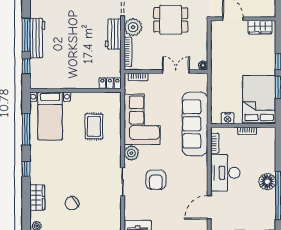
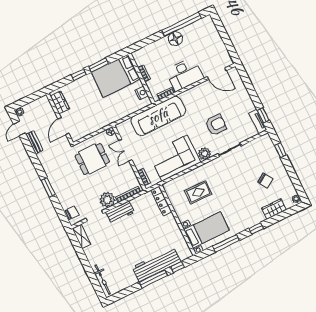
dining table: (171, 20) -> (92, 159), moved, turned 90
workbench: (37, 38) -> (156, 264), width x1.36, depth x1.32
locker: (110, 83) -> (161, 201), width x1.53

